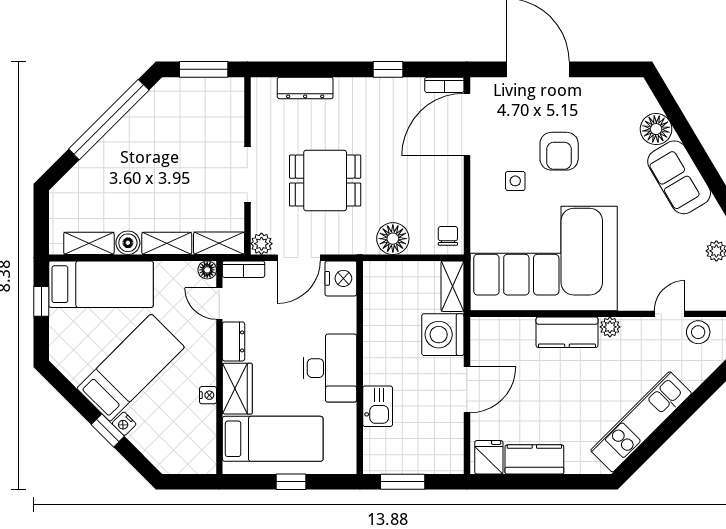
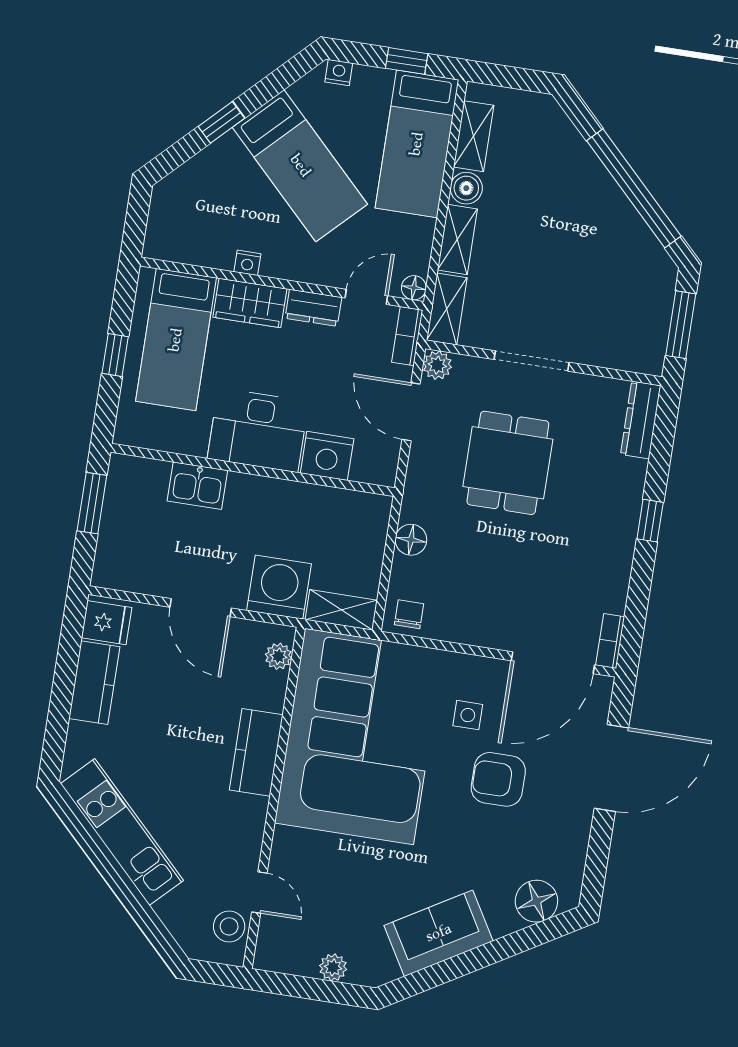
window: (388, 69) -> (650, 521), moved
dresser: (305, 88) -> (641, 420), moved
door: (467, 124) -> (553, 663), swing flipped
floor lamp: (656, 129) -> (536, 901), moved
chair: (448, 236) -> (409, 614), turned -90
floor lamp: (393, 239) -> (411, 540), width x0.73, depth x0.73
nightstand: (341, 278) -> (327, 456), moved
plant: (610, 327) -> (278, 656), moved
nightstand: (124, 424) -> (339, 73), moved, turned 45

